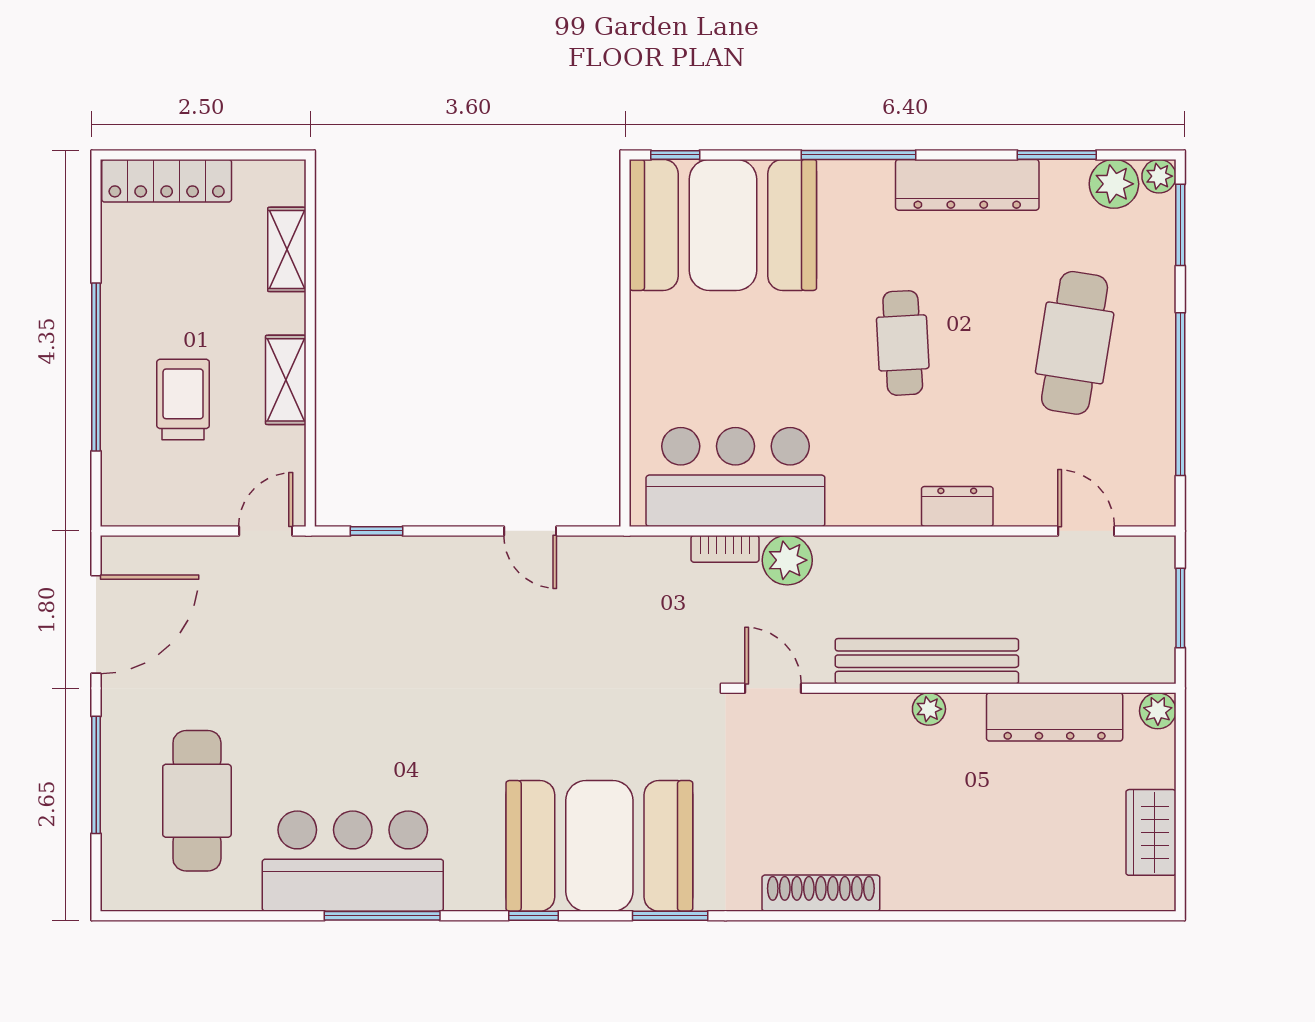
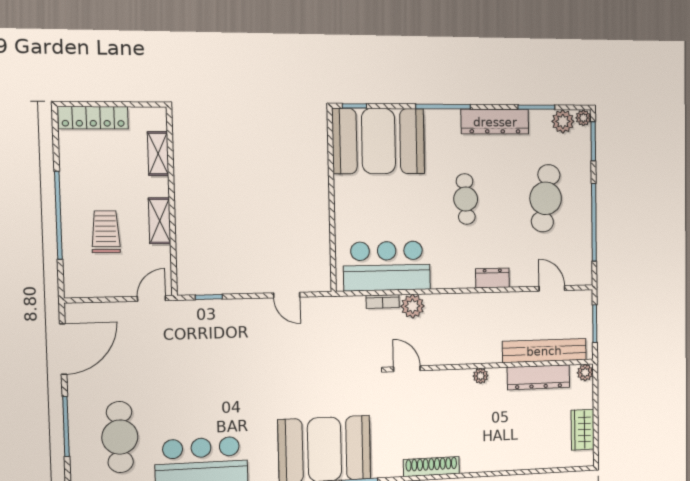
bench: (927, 661) -> (544, 351), moved

